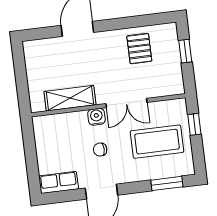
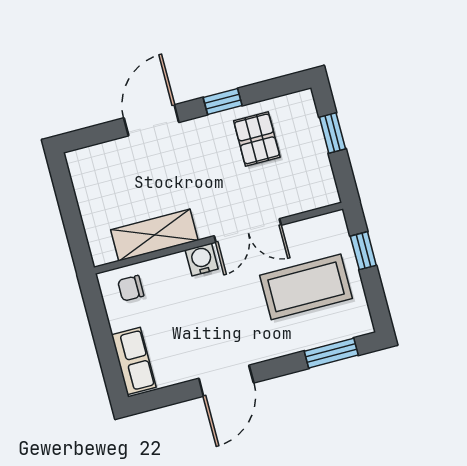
window: (122, 23) -> (223, 102), added
chair: (100, 150) -> (131, 288), moved
row of seats: (59, 182) -> (134, 361), moved, turned 90

